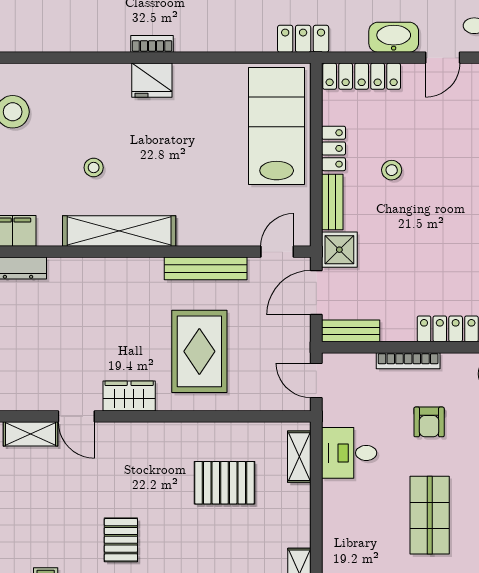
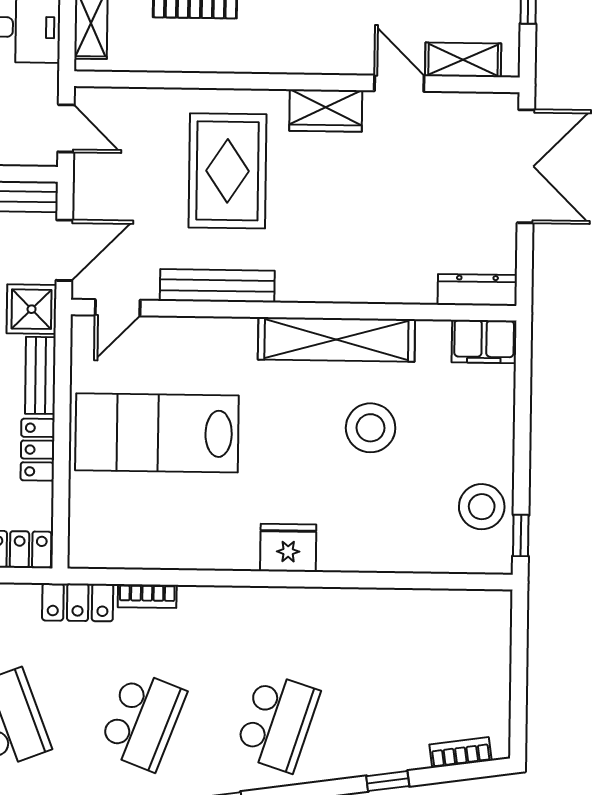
bookcase: (152, 44) -> (147, 596), moved
lab bench: (277, 126) -> (157, 433), moved, turned 90
stool: (94, 168) -> (371, 428), width x1.89, depth x1.89

